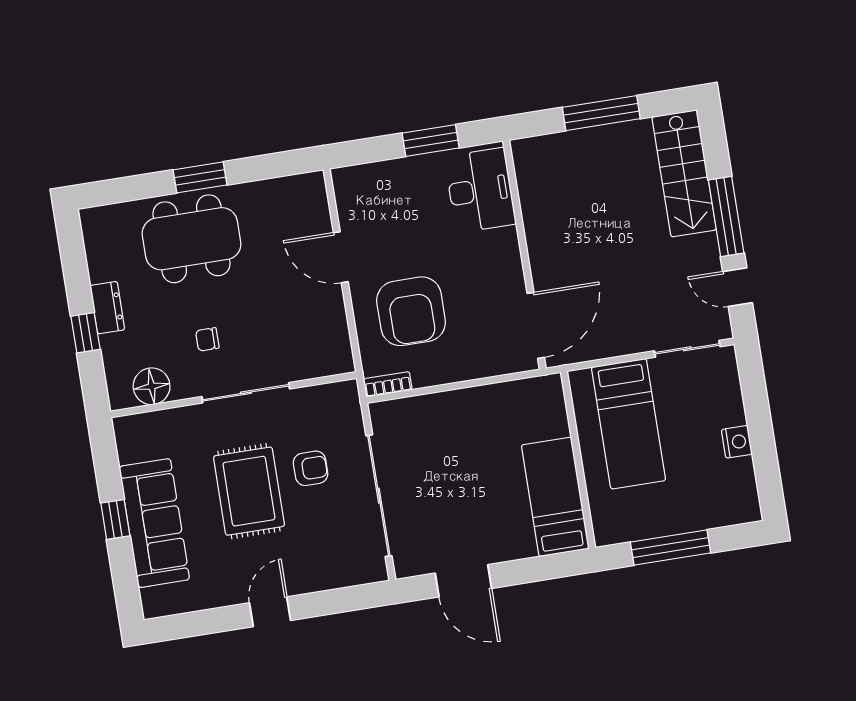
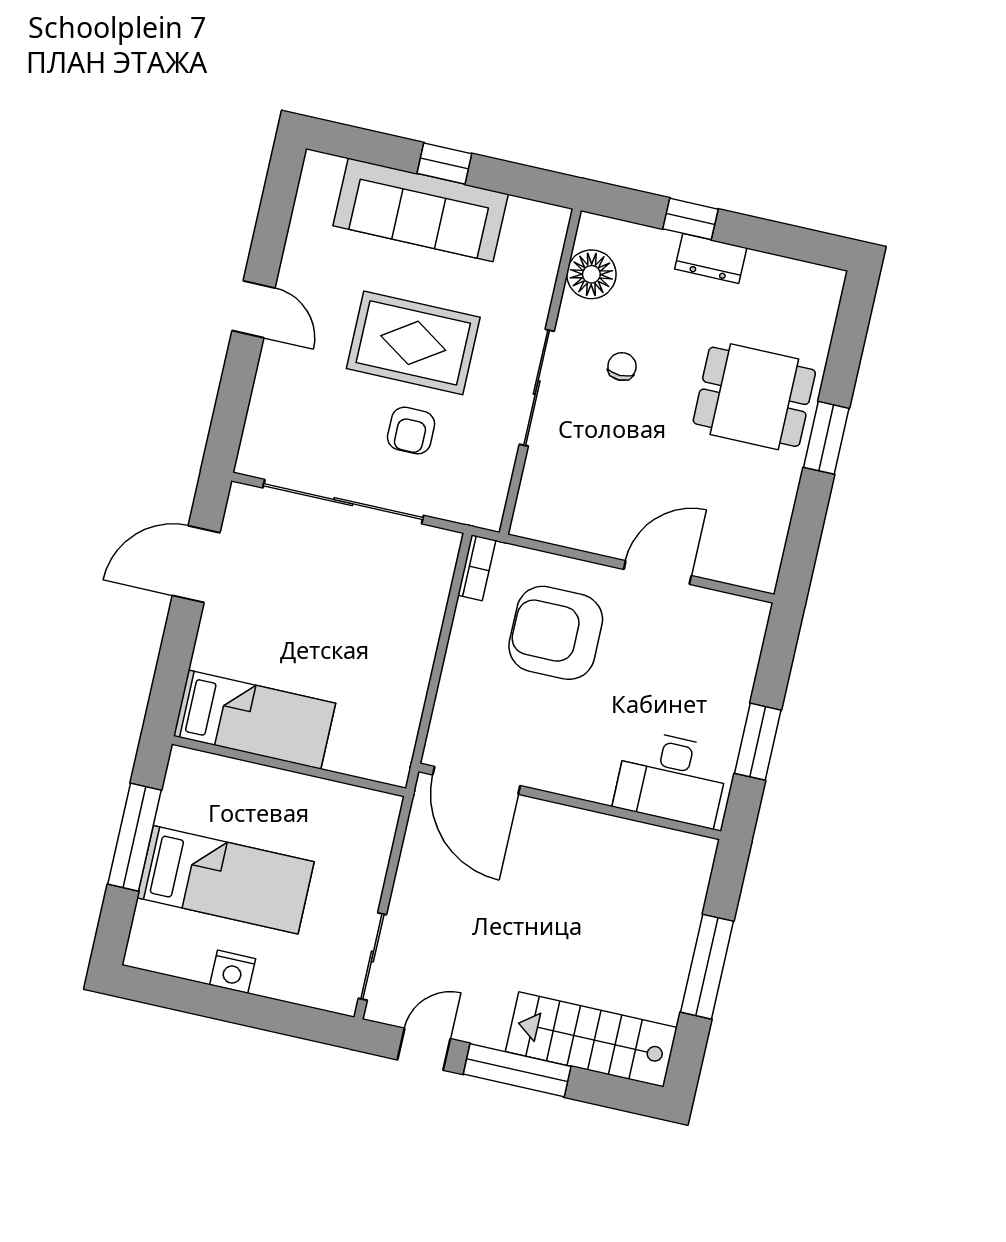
dining table: (191, 239) -> (754, 397), width x0.73
bed: (629, 424) -> (226, 880), moved, turned 180

